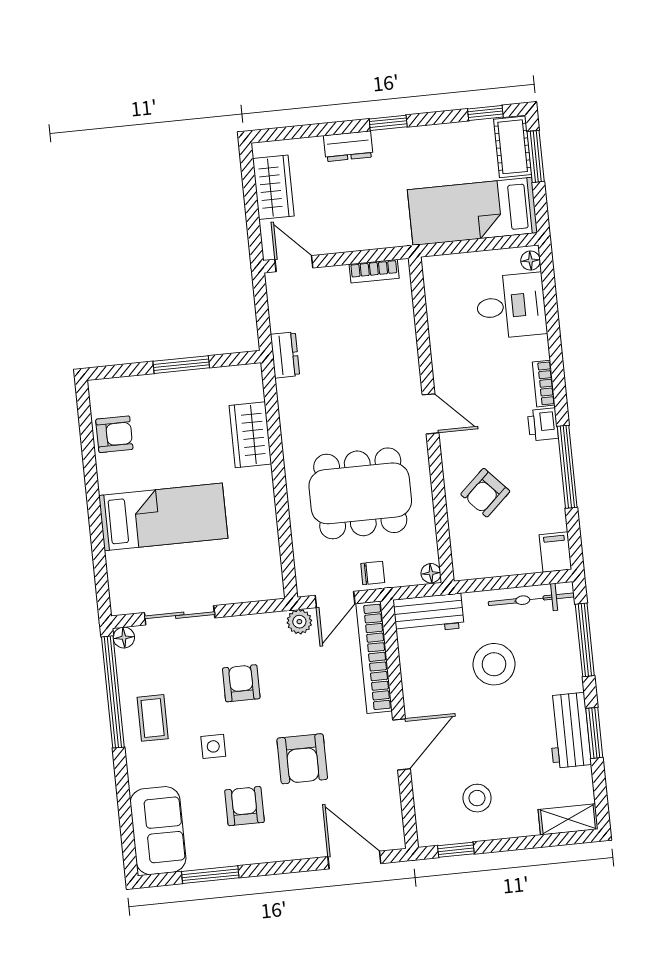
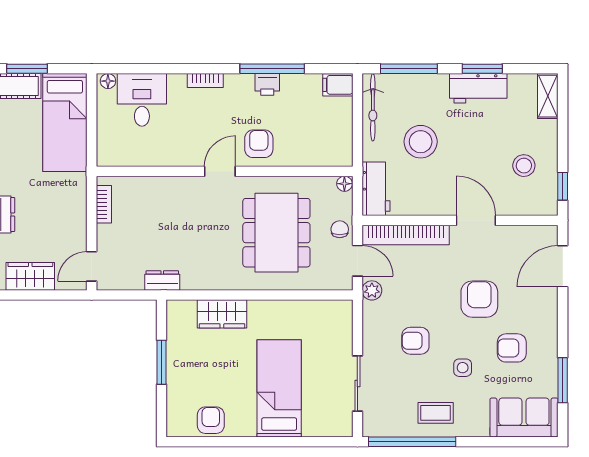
printer: (543, 424) -> (267, 84), moved
armchair: (485, 493) -> (259, 144), moved, turned -137
floor lamp: (124, 638) -> (370, 429), removed
armchair: (302, 759) -> (479, 299), turned -90

